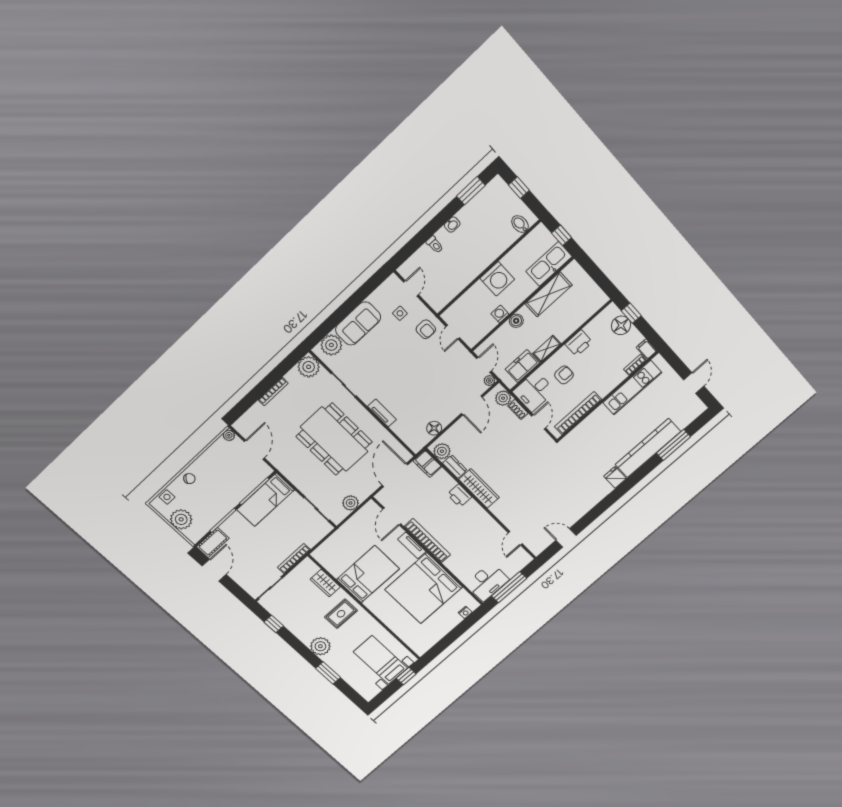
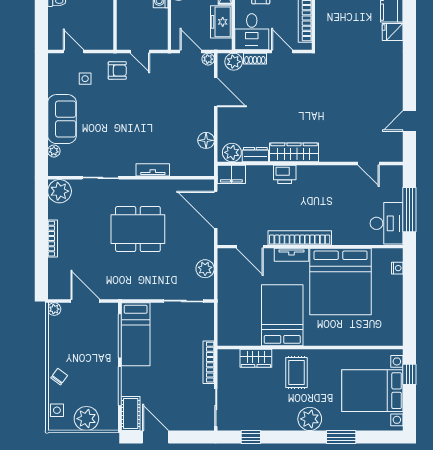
plant: (331, 345) -> (54, 151), width x0.53, depth x0.53
dining table: (334, 439) -> (138, 229), width x0.73, depth x0.80
bed with nightstands: (381, 660) -> (372, 391), width x1.36

